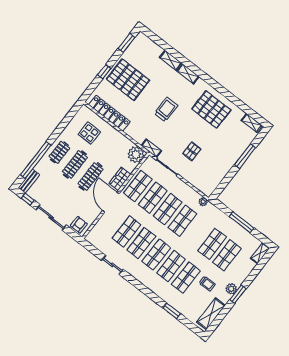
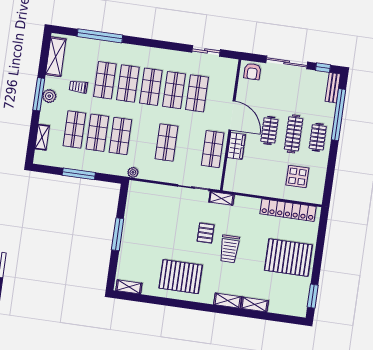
window: (104, 72) -> (319, 252), removed
pallet: (192, 151) -> (206, 233), moved
plant: (136, 155) -> (234, 182), removed
window: (245, 156) -> (118, 234), moved
clothes rail: (91, 177) -> (269, 130), width x0.73
shop shelf: (153, 198) -> (190, 146), removed
shop shelf: (182, 221) -> (120, 136), moved
shelving: (260, 253) -> (42, 137), moved
sliding door: (112, 265) -> (206, 51), moved
window: (238, 294) -> (39, 94), width x1.44
window: (172, 311) -> (100, 36), width x2.11

